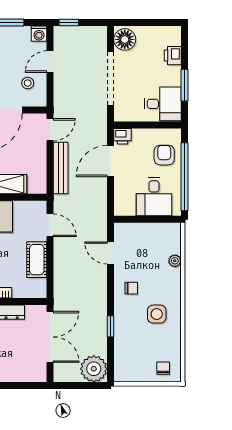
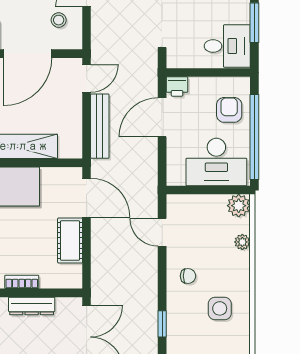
desk: (154, 197) -> (216, 162), width x1.37
door: (50, 225) -> (87, 198), width x1.38
plant: (172, 232) -> (239, 206), added

